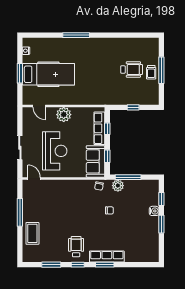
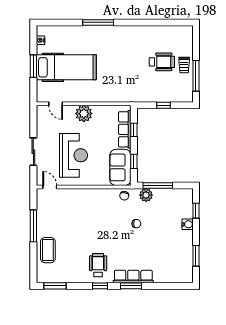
window: (161, 70) -> (196, 76), moved
window: (161, 224) -> (196, 256), moved
window: (51, 265) -> (55, 286), moved

